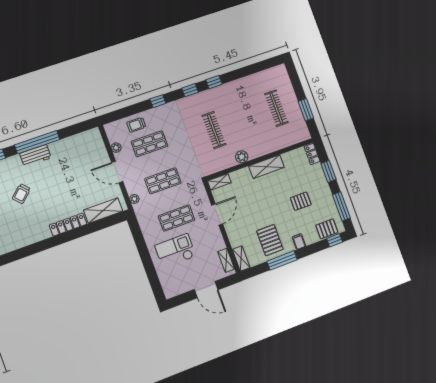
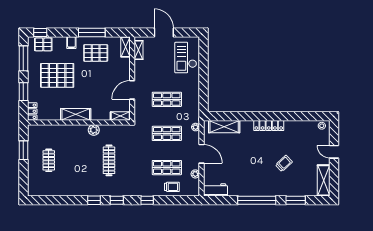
clothes rail: (276, 108) -> (49, 160), width x0.73
workbench: (35, 156) -> (216, 190), moved
pallet: (301, 201) -> (57, 75), width x2.05, depth x2.00
locker: (68, 225) -> (269, 126), moved
pallet: (270, 240) -> (96, 53), turned 90
checkout: (175, 251) -> (186, 58), moved, turned 90

